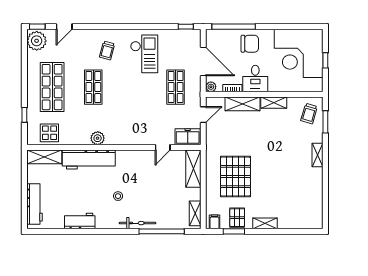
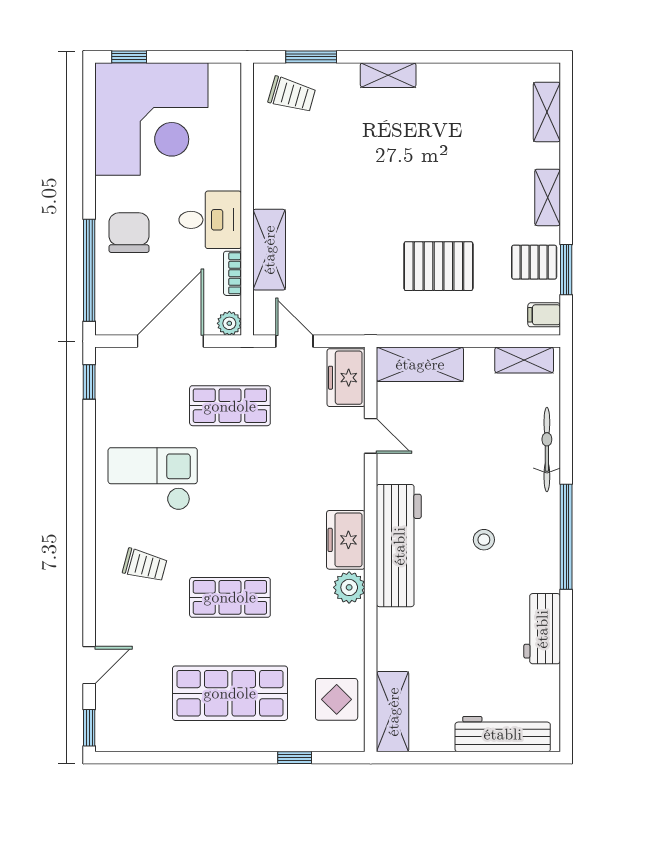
door: (64, 27) -> (89, 665), hinge flipped
plant: (37, 41) -> (122, 729), removed
window: (325, 60) -> (129, 57), moved
shelving: (274, 103) -> (547, 112), moved
freezer: (118, 137) -> (346, 540), added
workbench: (89, 159) -> (399, 546), moved
pallet: (235, 177) -> (438, 266), width x0.73, depth x0.71
bicycle: (137, 223) -> (547, 449), moved
window: (162, 231) -> (566, 537), moved

